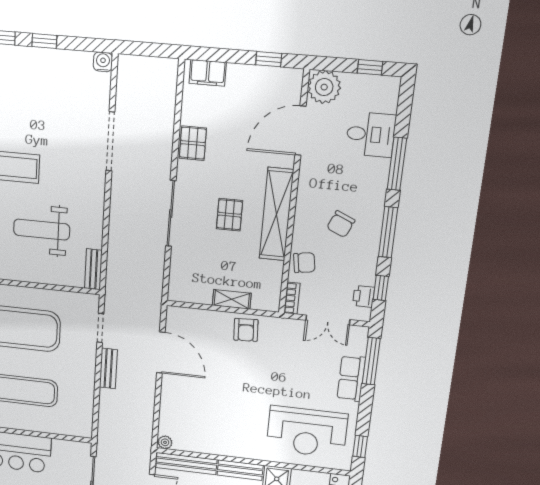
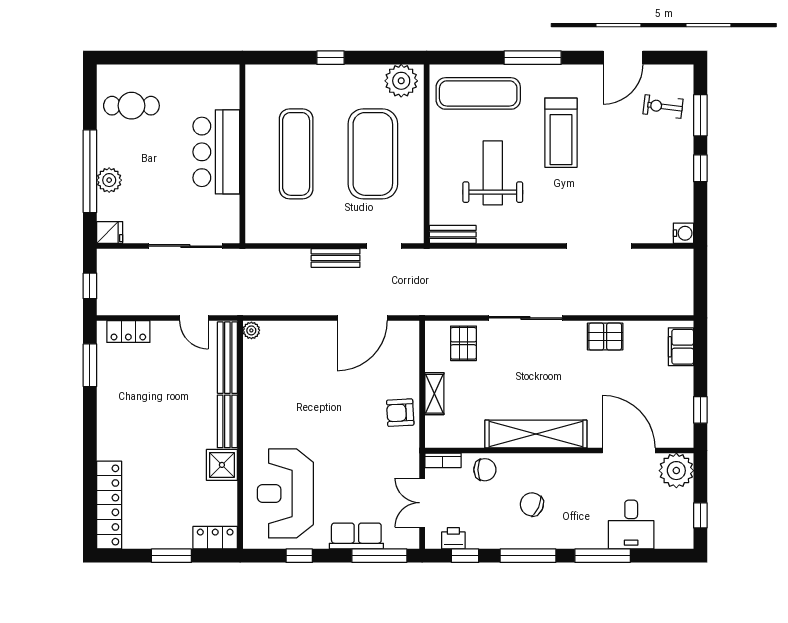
pallet: (229, 215) -> (463, 343), moved, turned 90
chair: (304, 263) -> (485, 470), turned -81
window: (360, 446) -> (299, 556), moved

